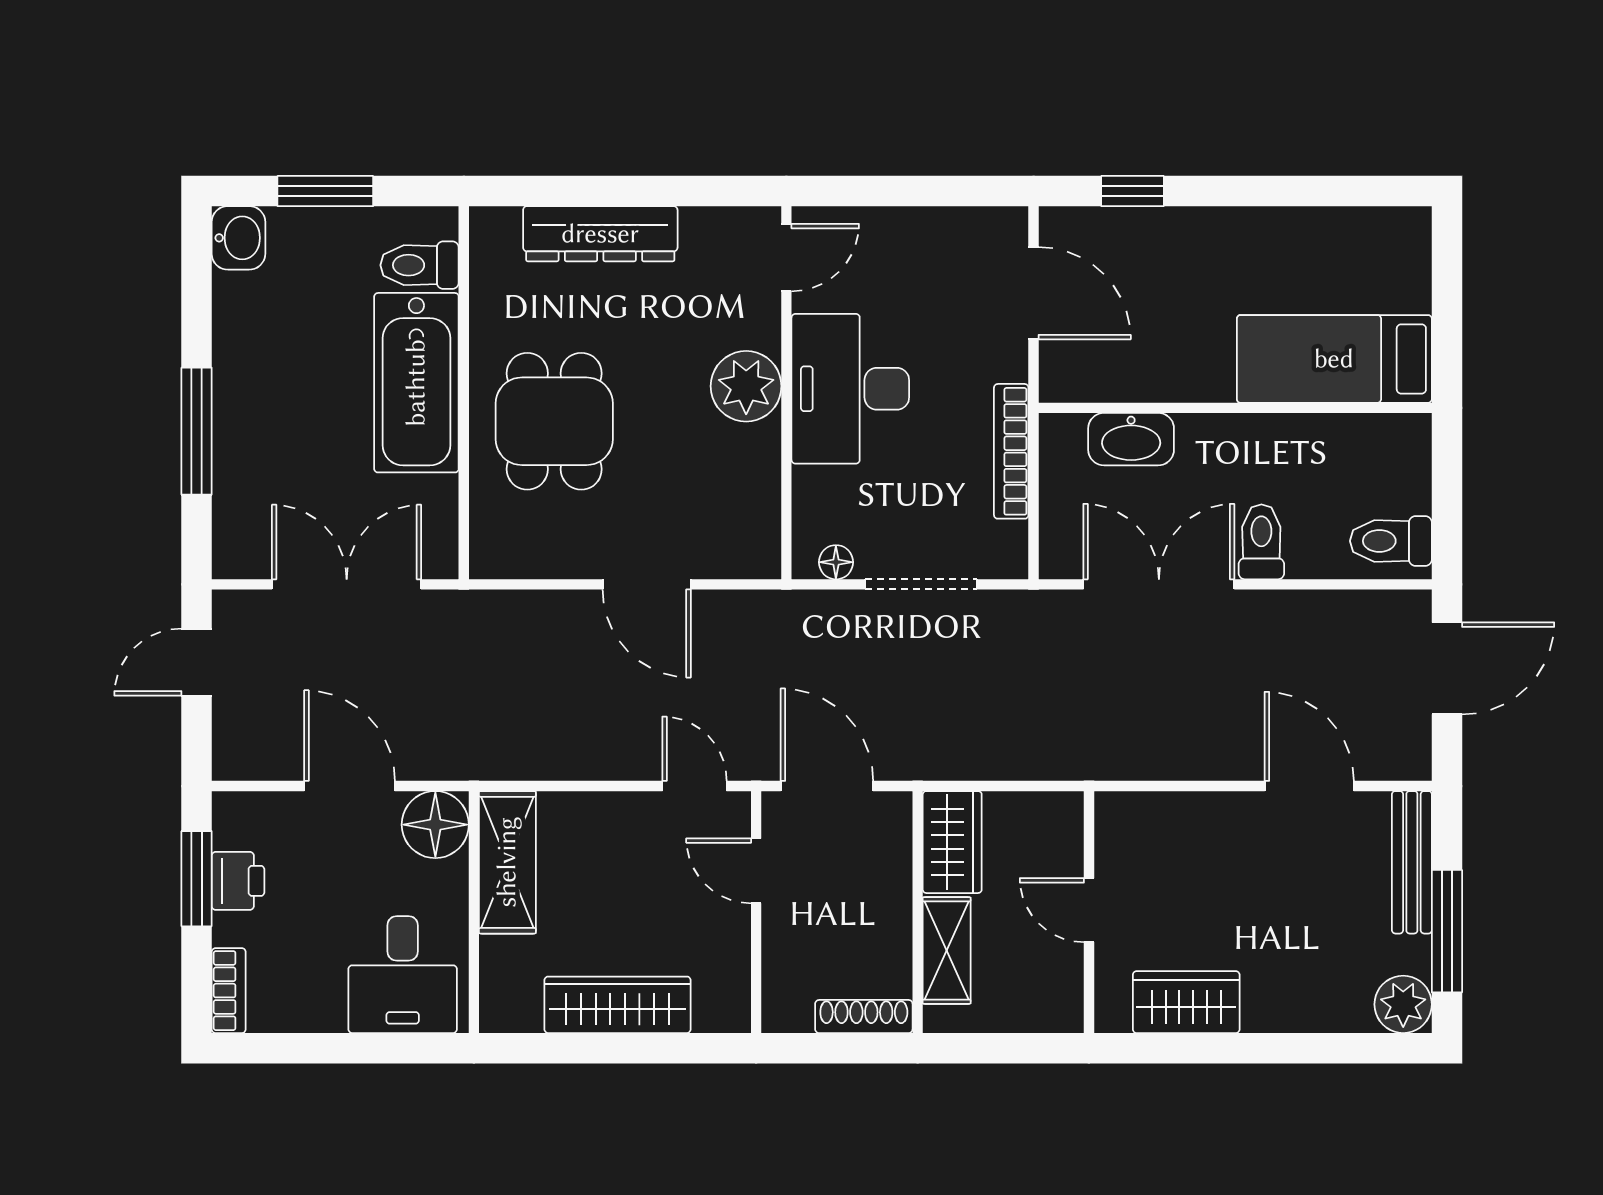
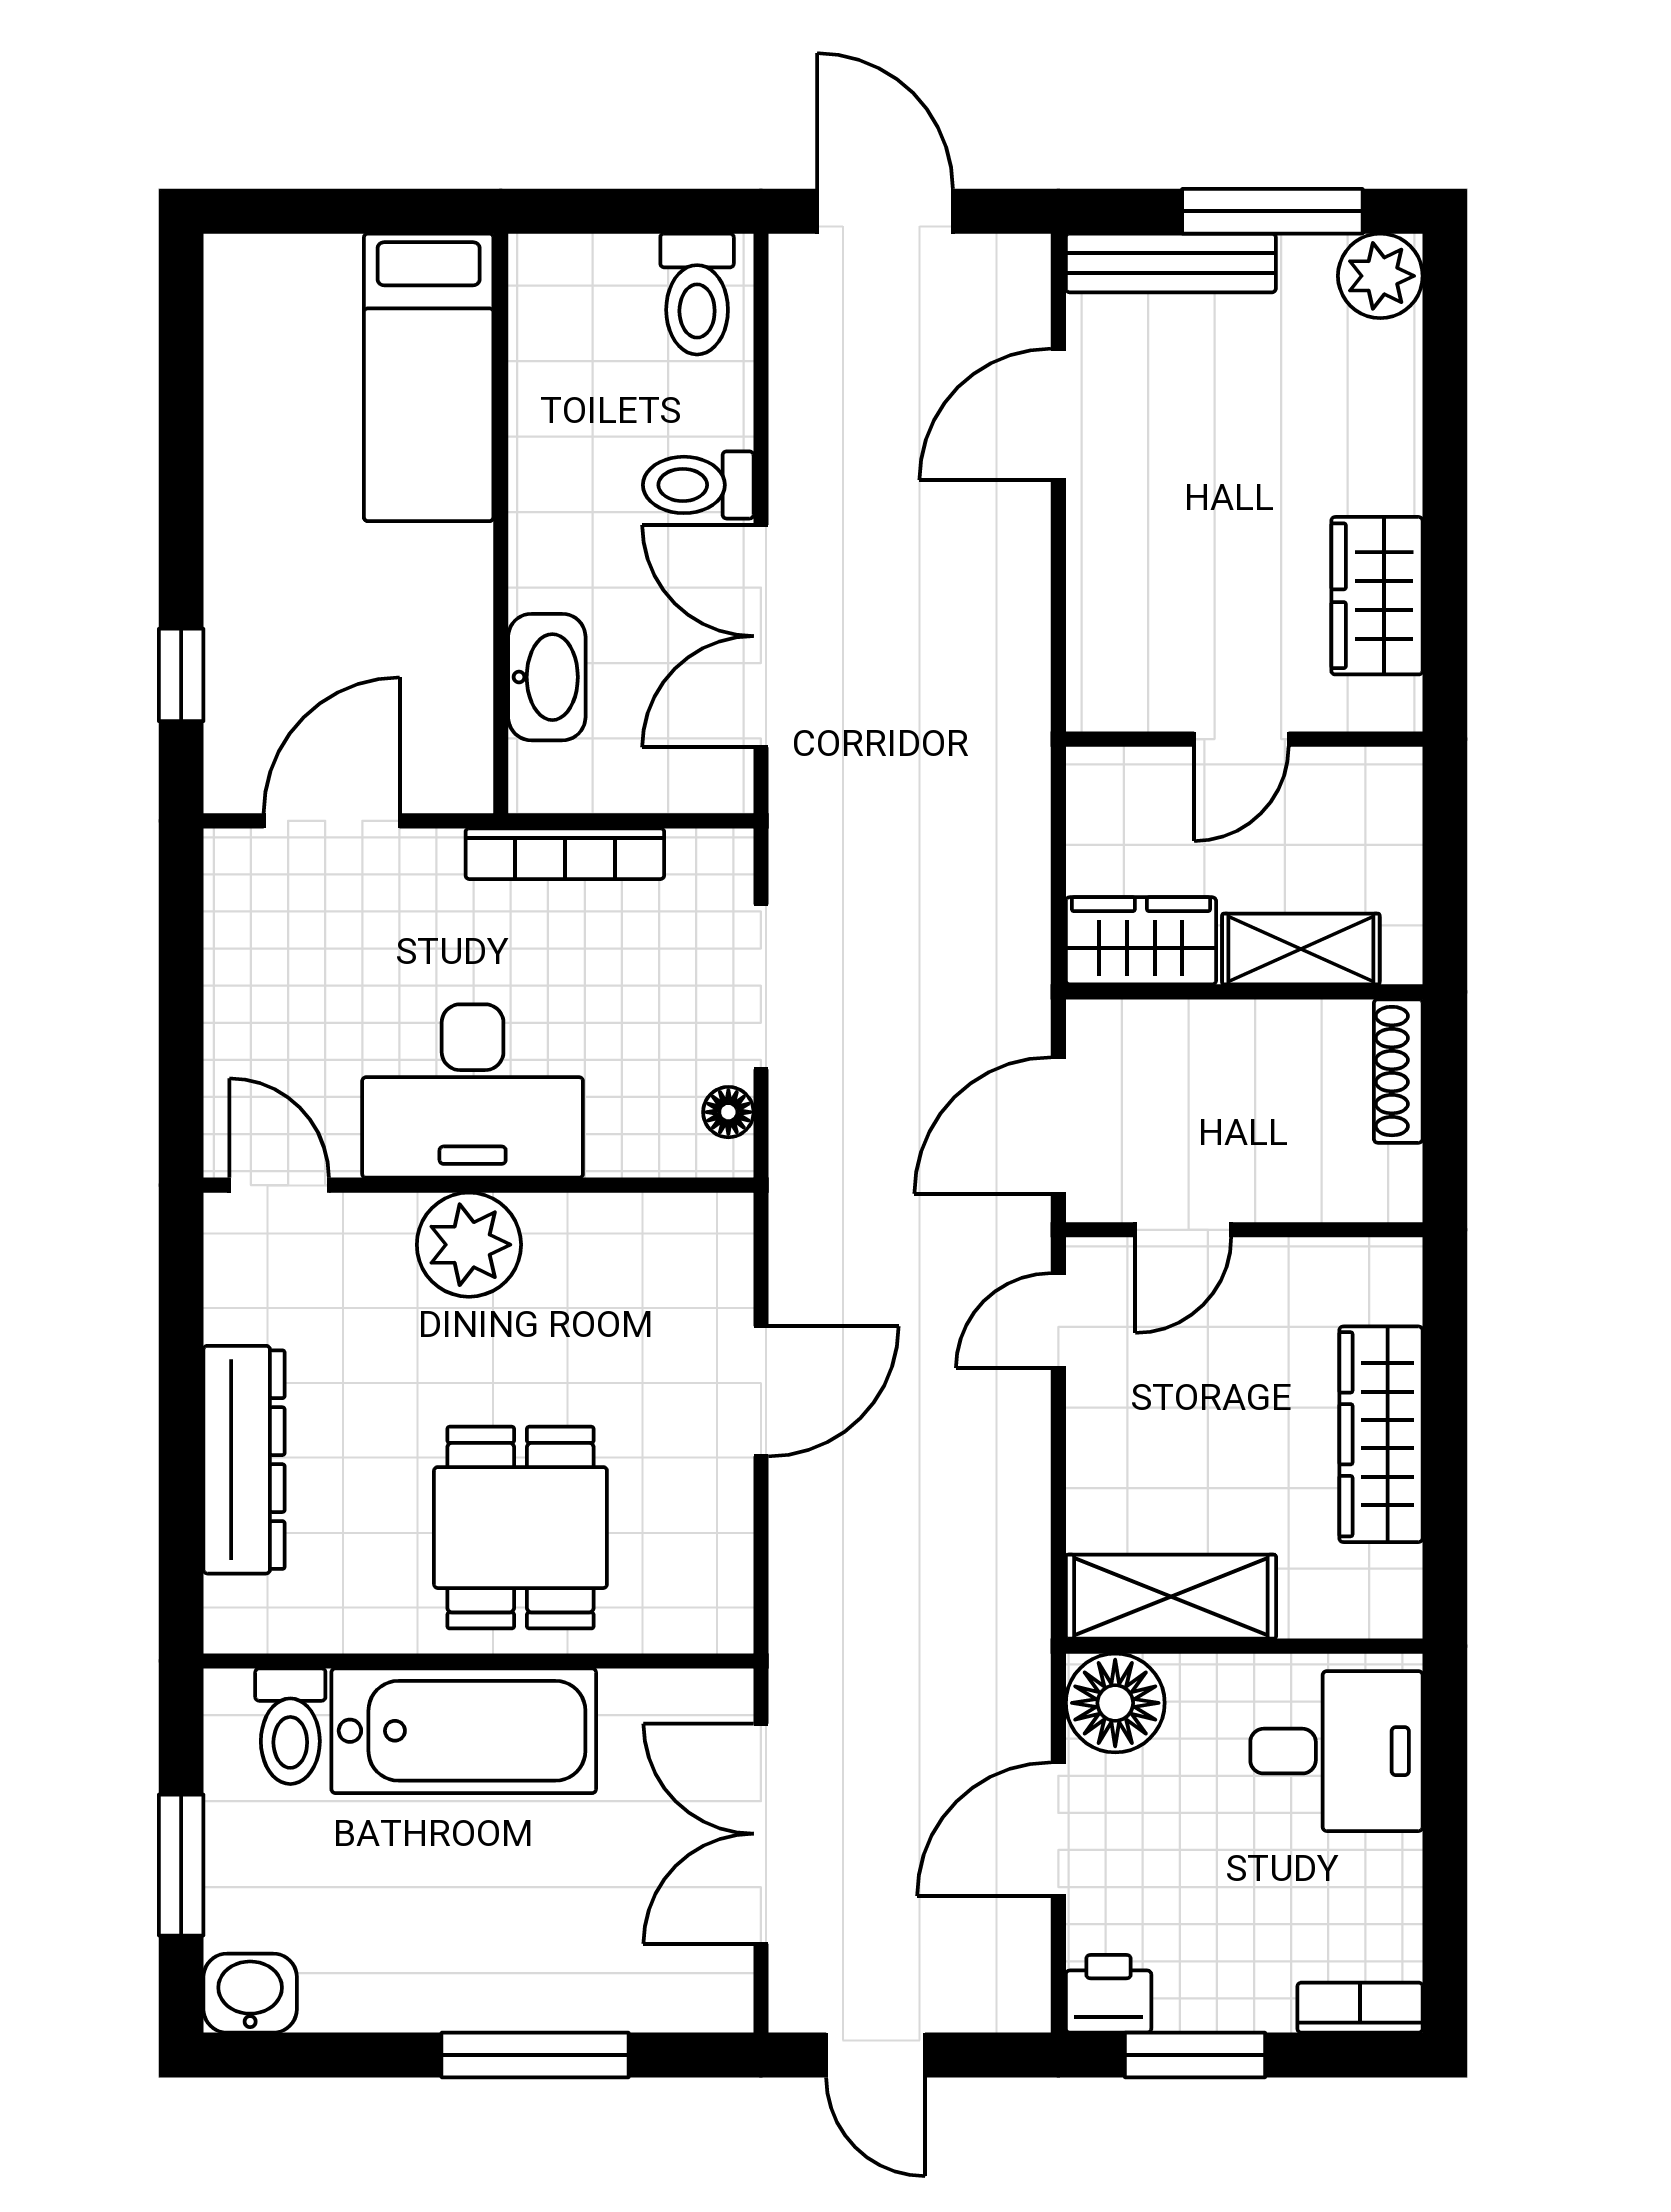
dining table: (554, 421) -> (520, 1528), turned 90
printer: (238, 881) -> (1109, 1994), moved

